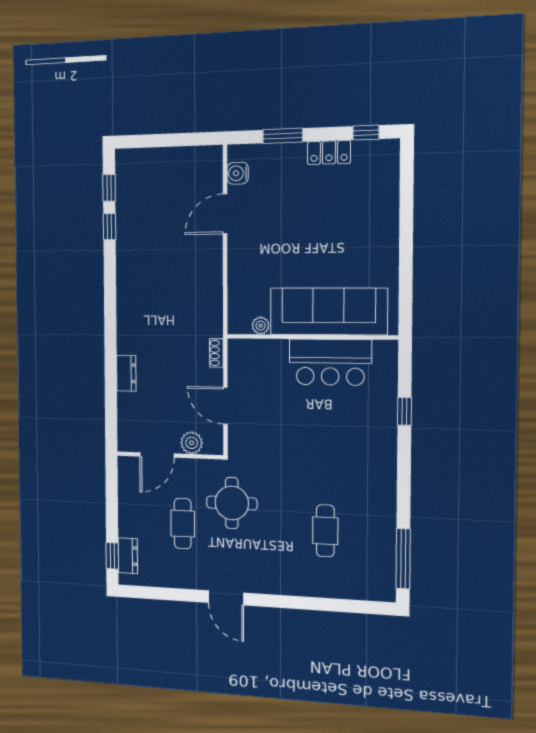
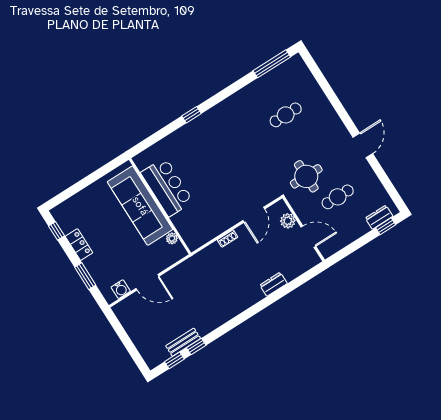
bench: (124, 213) -> (183, 342), added
sofa: (328, 311) -> (140, 206), moved
plant: (261, 326) -> (172, 238), moved
wall: (311, 337) -> (160, 206), moved
bar counter: (330, 362) -> (167, 187), moved

